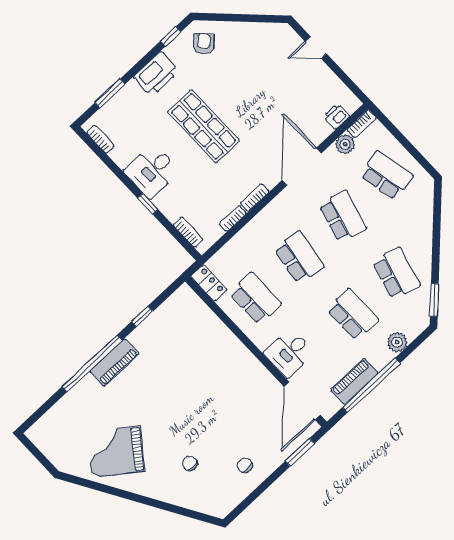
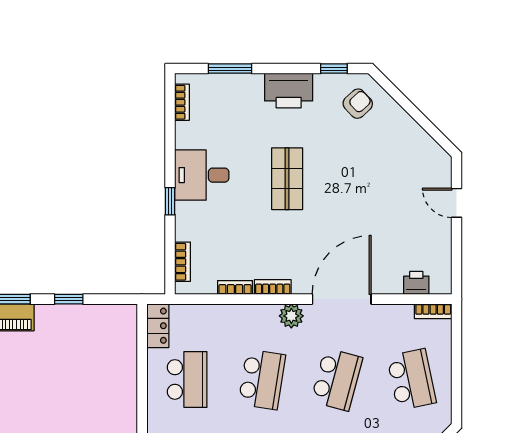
shop shelf: (204, 126) -> (287, 179), width x0.70, depth x0.74
plant: (345, 144) -> (291, 316), moved

